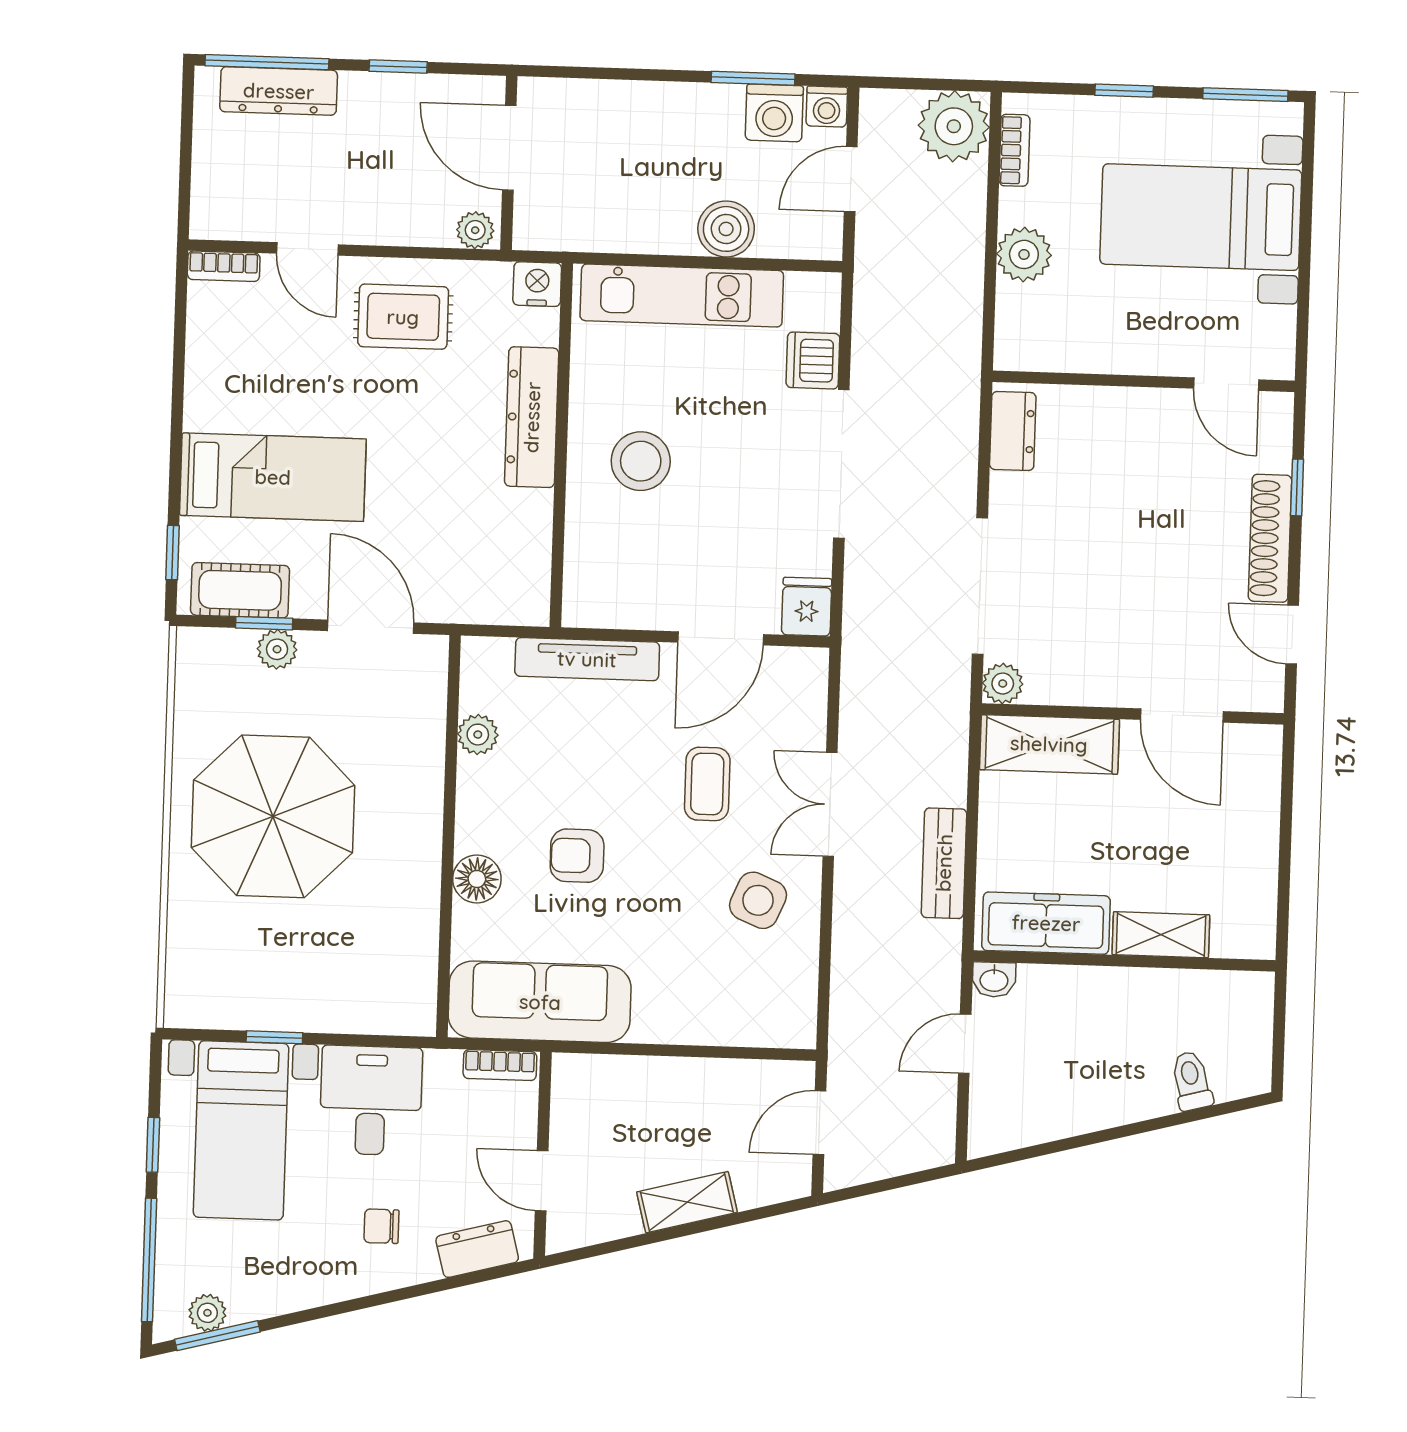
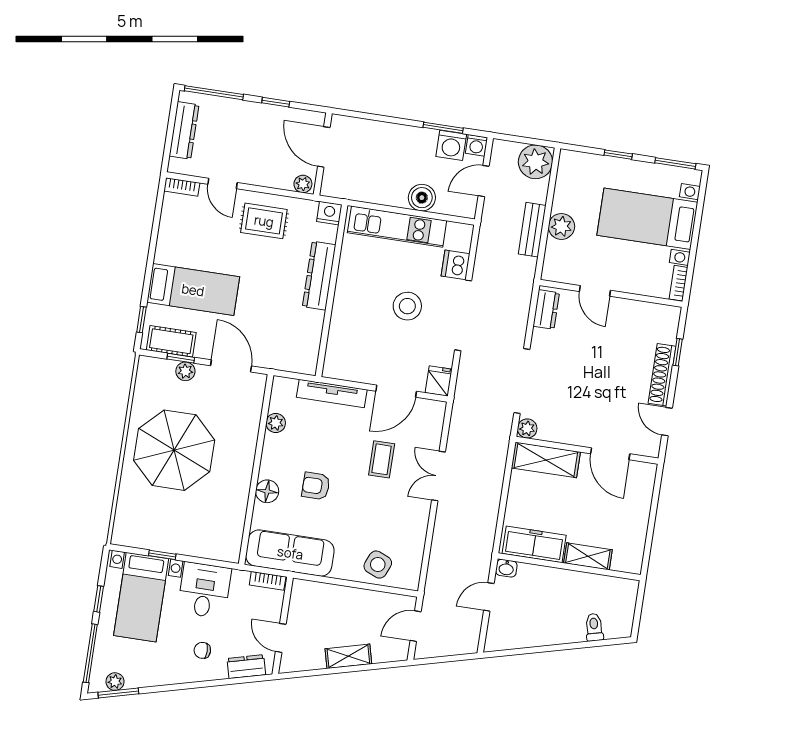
dresser: (279, 91) -> (184, 130), moved, turned -90
bookcase: (1014, 150) -> (679, 283), moved, turned 180
door: (1226, 384) -> (595, 291), moved
stool: (641, 461) -> (407, 306), moved
bench: (944, 863) -> (532, 230), moved
side table: (758, 900) -> (378, 565), moved

